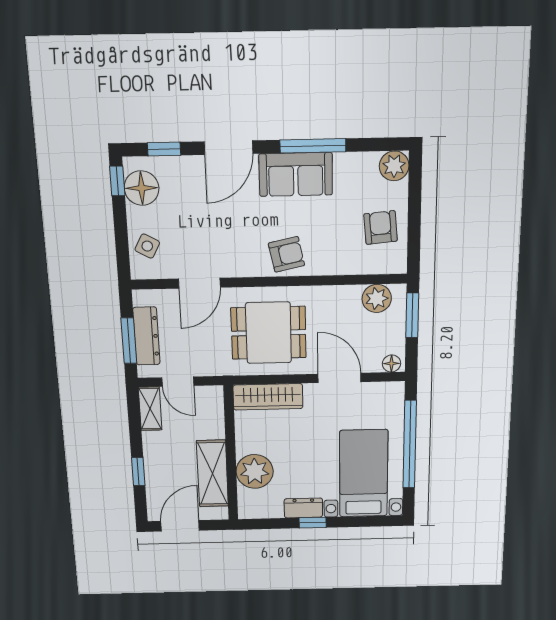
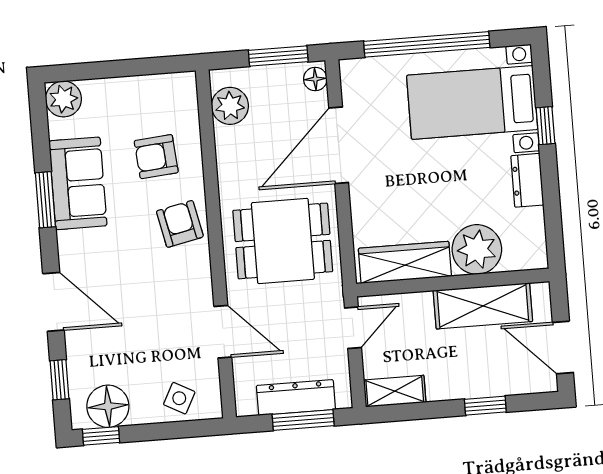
window: (313, 146) -> (45, 200), width x0.69
sofa: (296, 174) -> (78, 183), moved
armchair: (381, 228) -> (156, 157), moved
window: (412, 315) -> (278, 56), moved
dining table: (269, 333) -> (283, 241), turned 90
door: (339, 378) -> (339, 145), width x1.36
door: (178, 382) -> (353, 328), moved
wardrobe: (268, 397) -> (405, 262), moved, turned -90
window: (313, 523) -> (545, 126), moved

